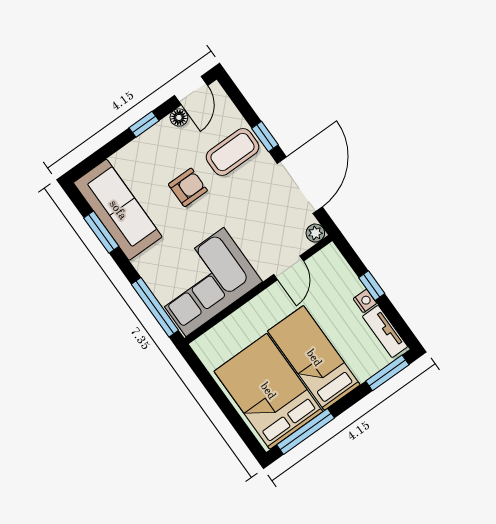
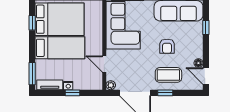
window: (144, 124) -> (206, 27), moved
coffee table: (233, 152) -> (168, 75), turned 90
window: (306, 431) -> (32, 23), width x0.46

